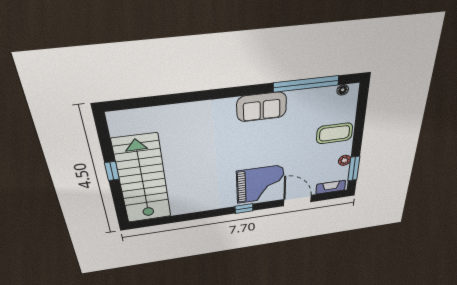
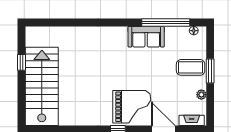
sofa: (262, 107) -> (146, 37), moved
window: (354, 168) -> (210, 71), moved
window: (112, 171) -> (22, 62), moved

